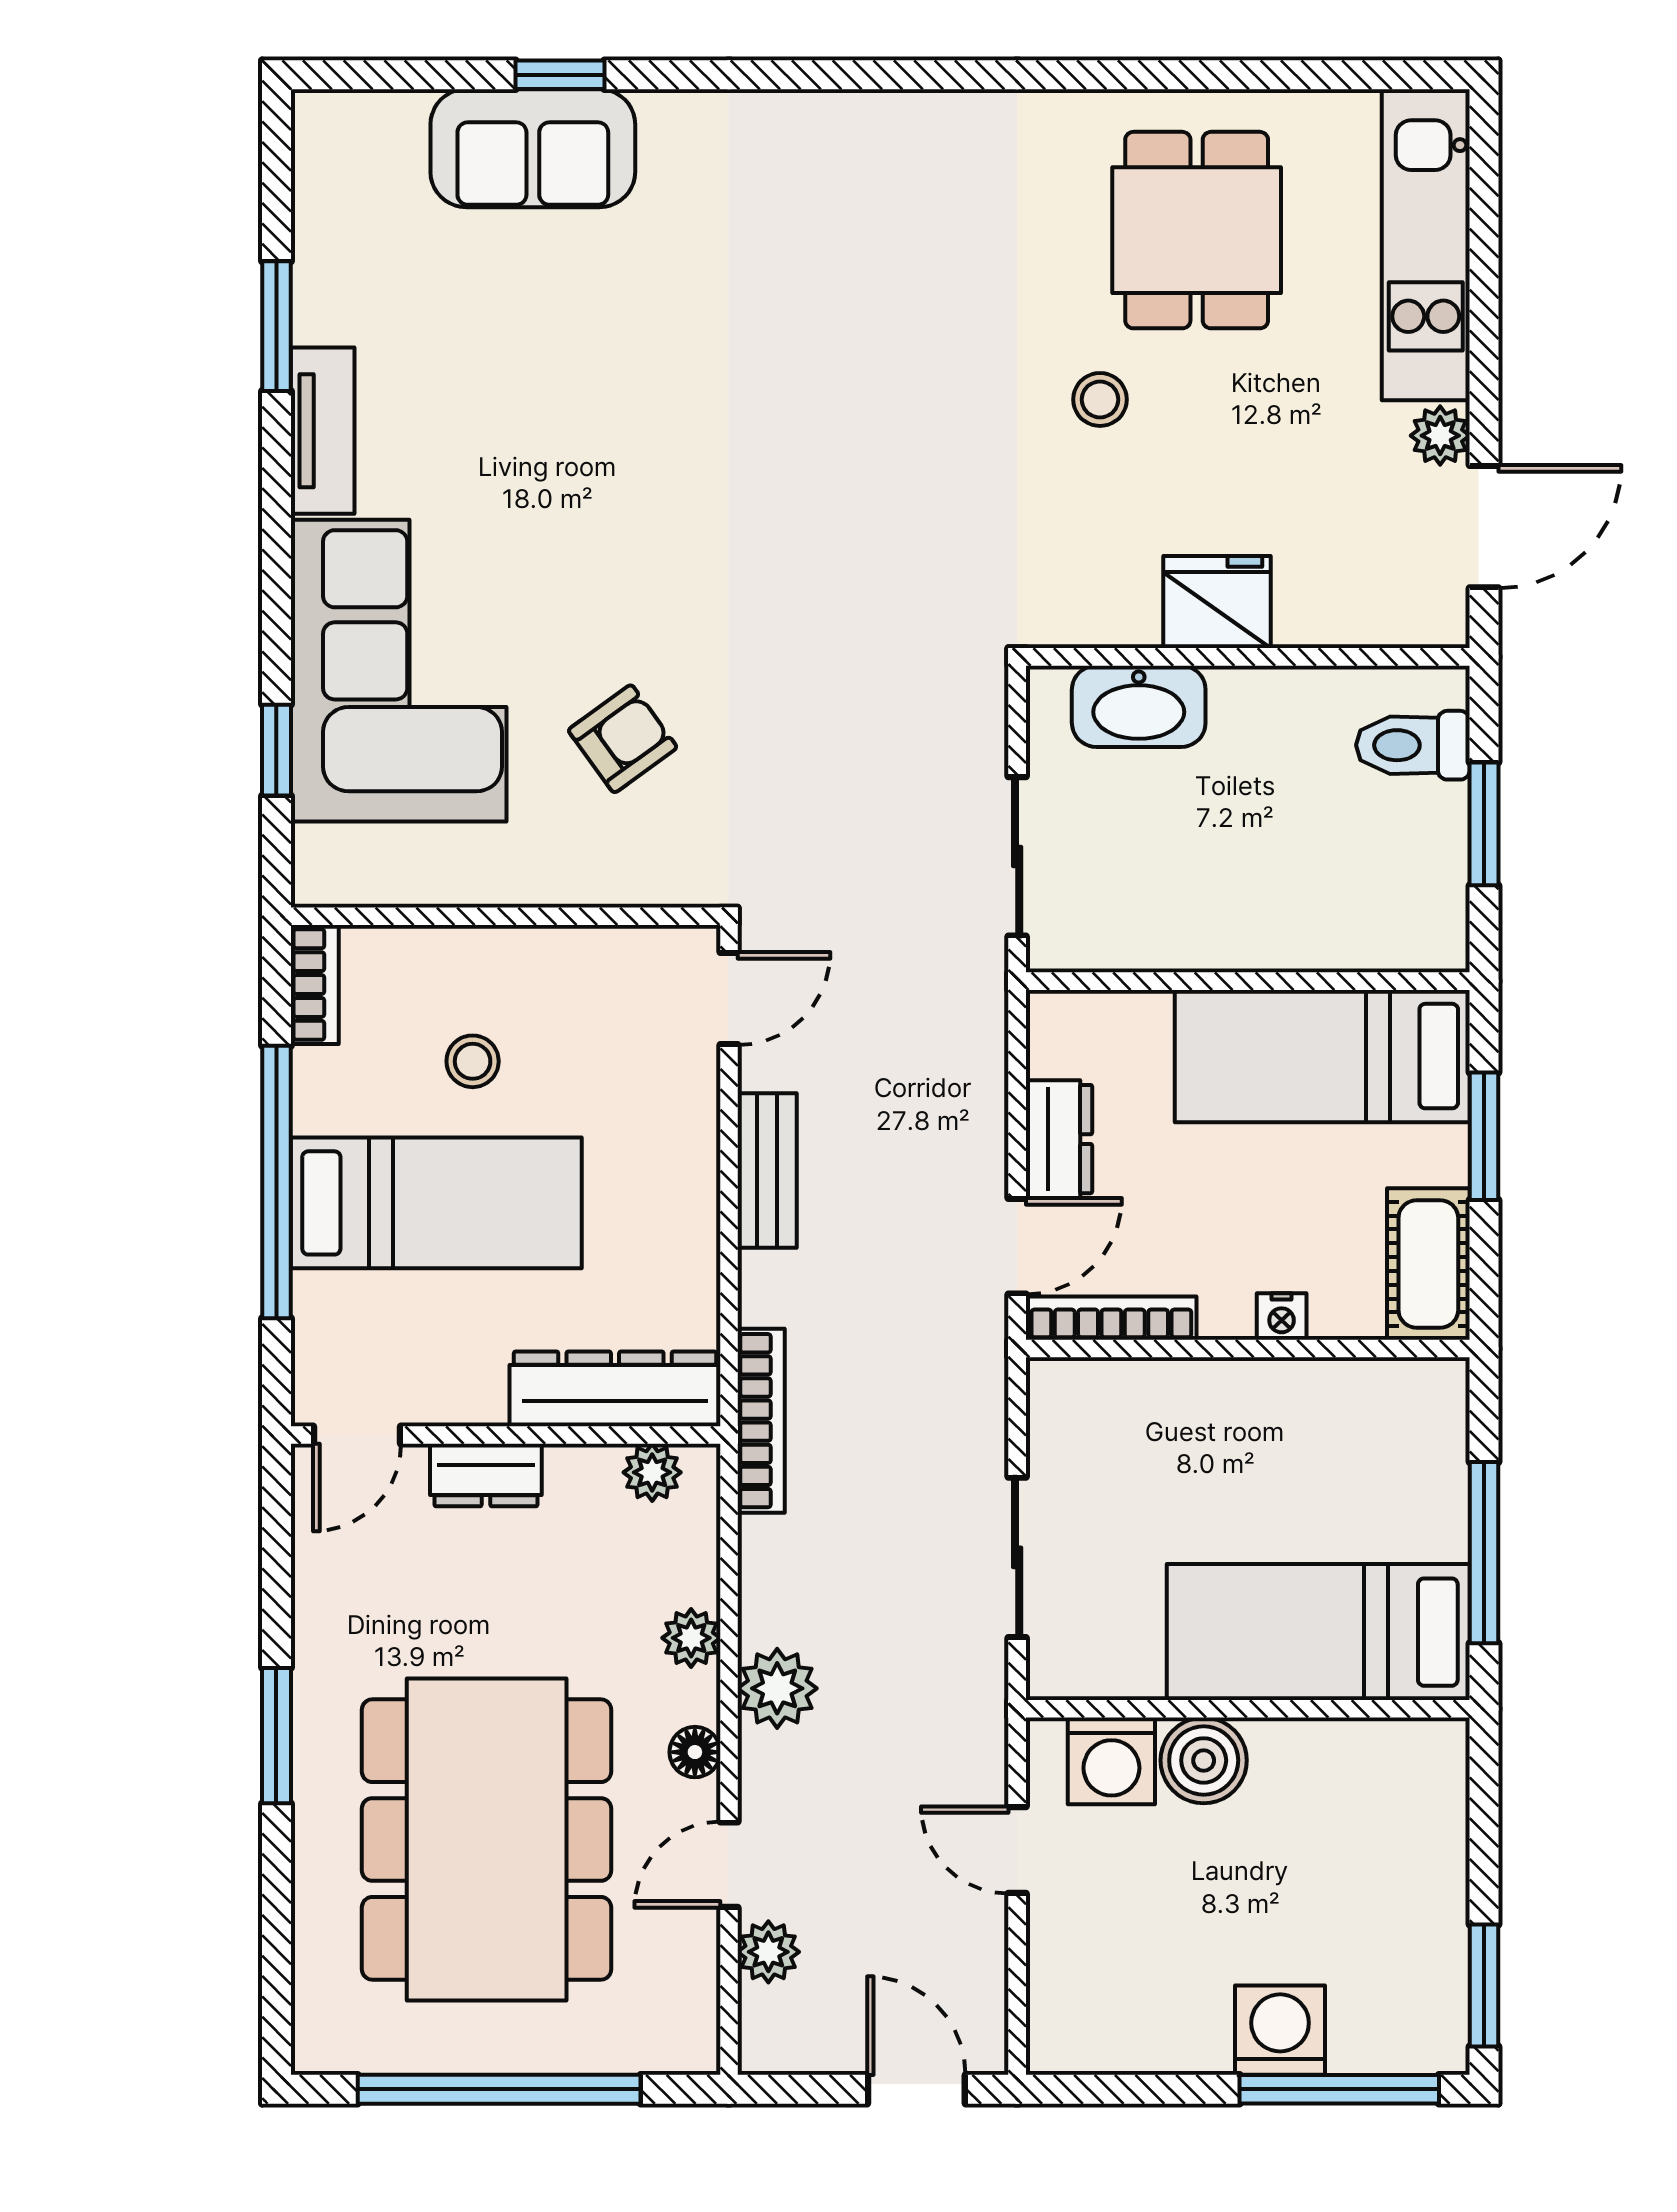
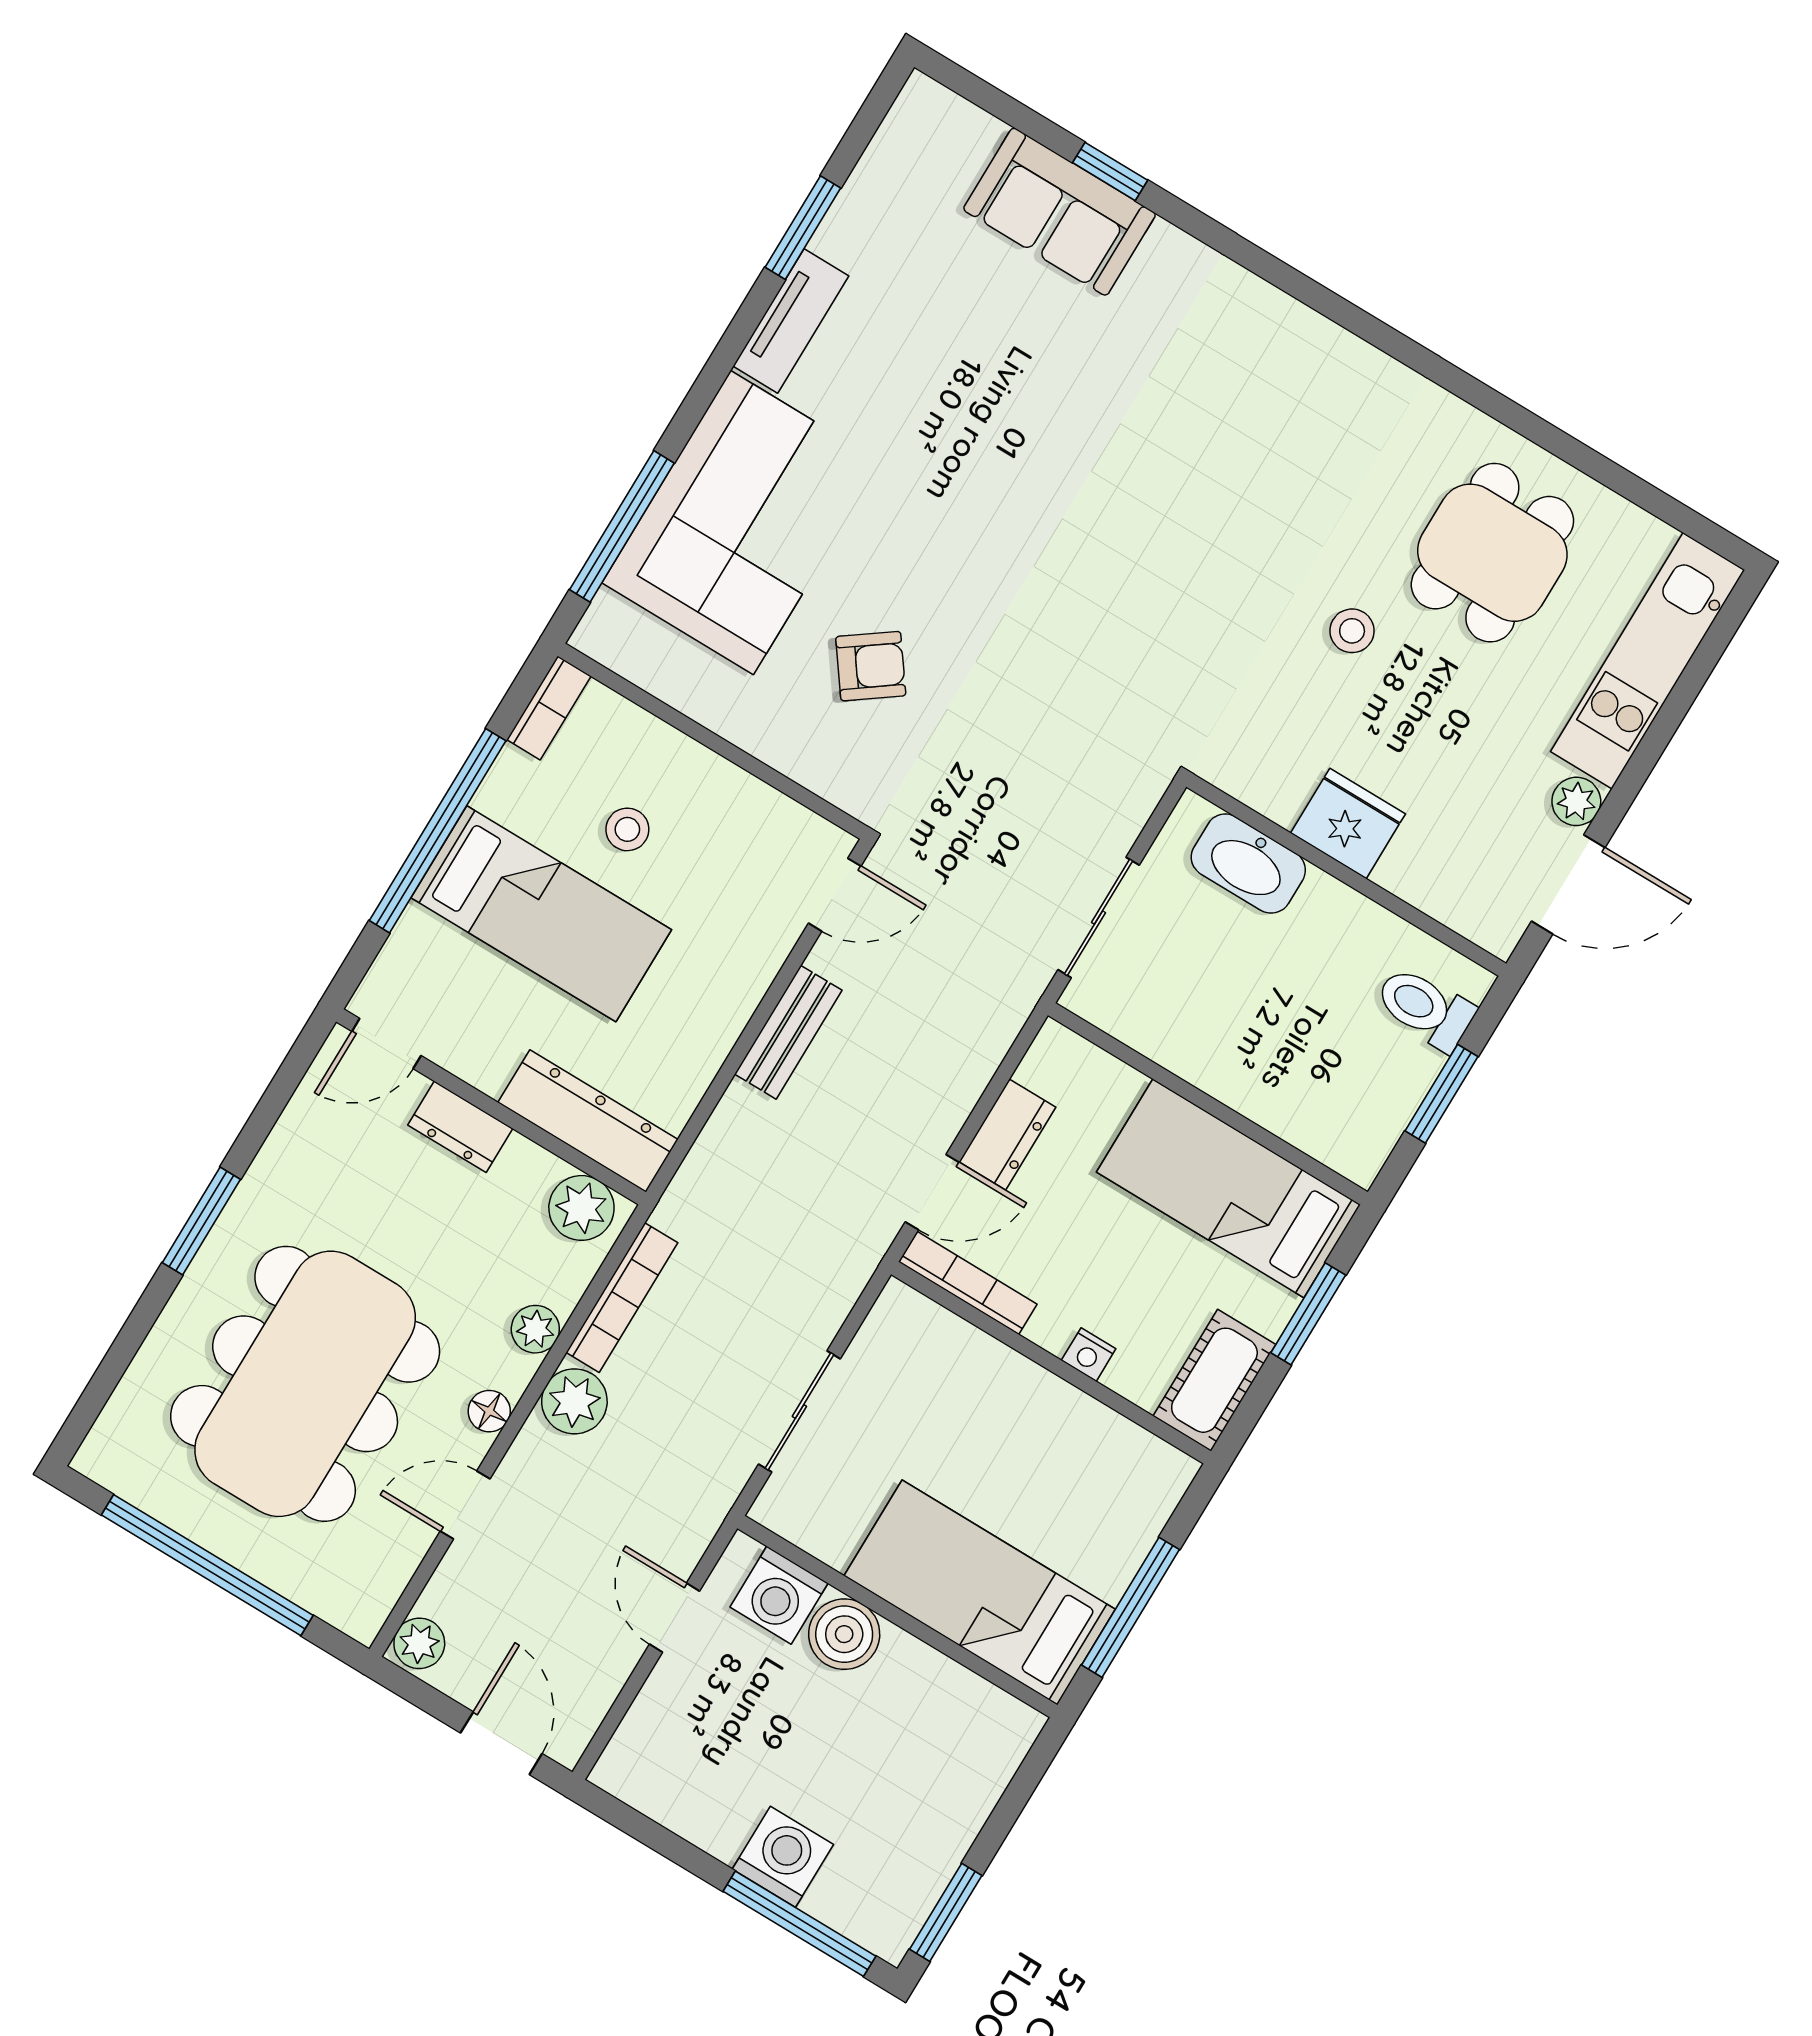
window: (276, 750) -> (622, 526), width x2.17
bookcase: (761, 1421) -> (622, 1298), moved
plant: (652, 1472) -> (581, 1208), width x1.38, depth x1.38
plant: (768, 1952) -> (419, 1643), moved

